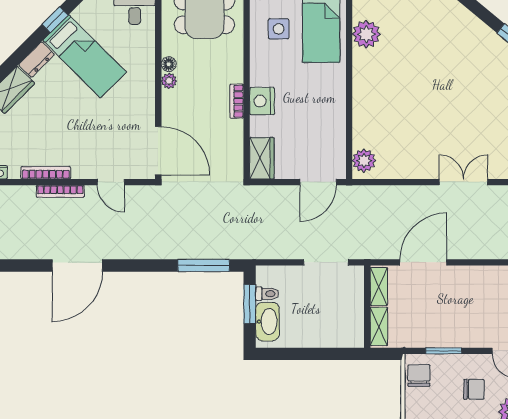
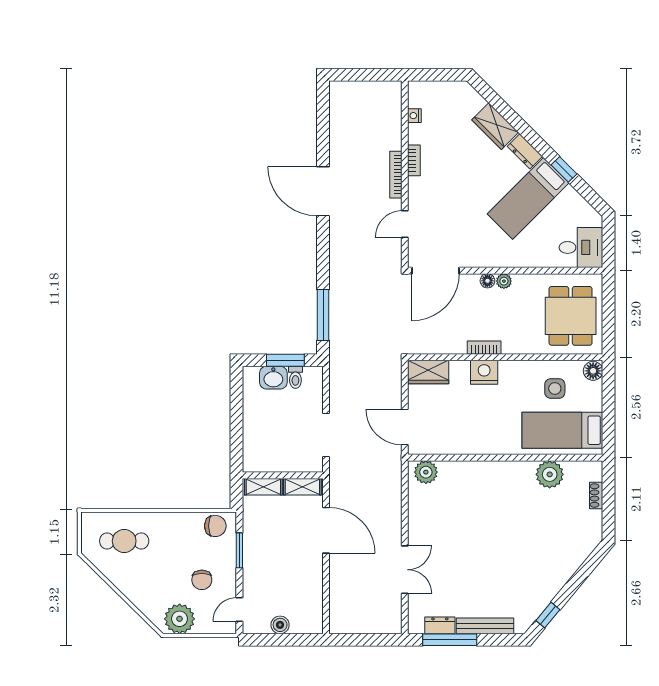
floor lamp: (169, 64) -> (487, 281), moved
bookcase: (46, 173) -> (414, 160), width x0.64
washbasin: (268, 322) -> (273, 378), width x0.72

